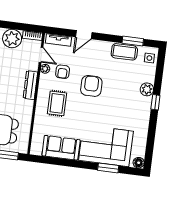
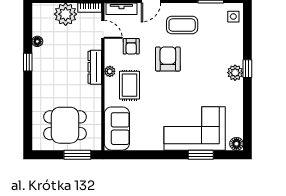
coffee table: (124, 52) -> (182, 25), moved
plant: (45, 69) -> (110, 71), moved
plant: (147, 89) -> (235, 73), moved
sofa: (61, 148) -> (117, 129), moved, turned 90

